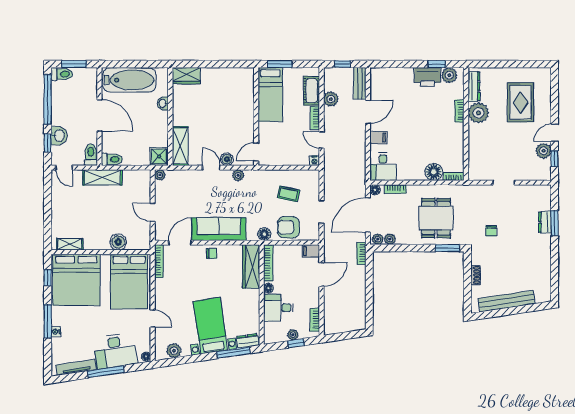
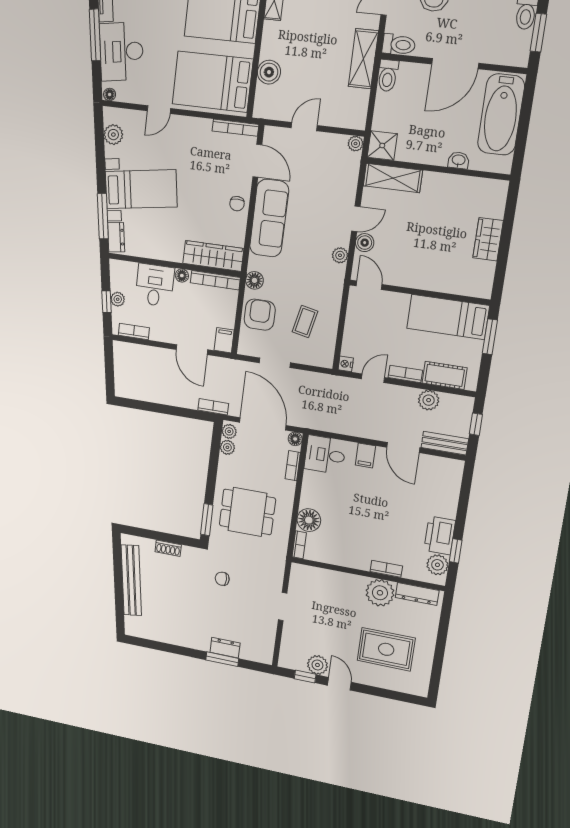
wardrobe: (186, 76) -> (488, 239), moved

